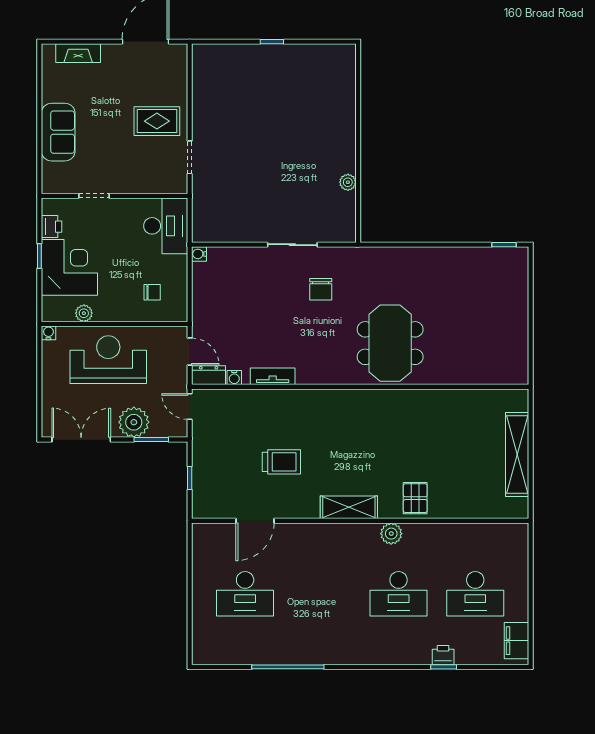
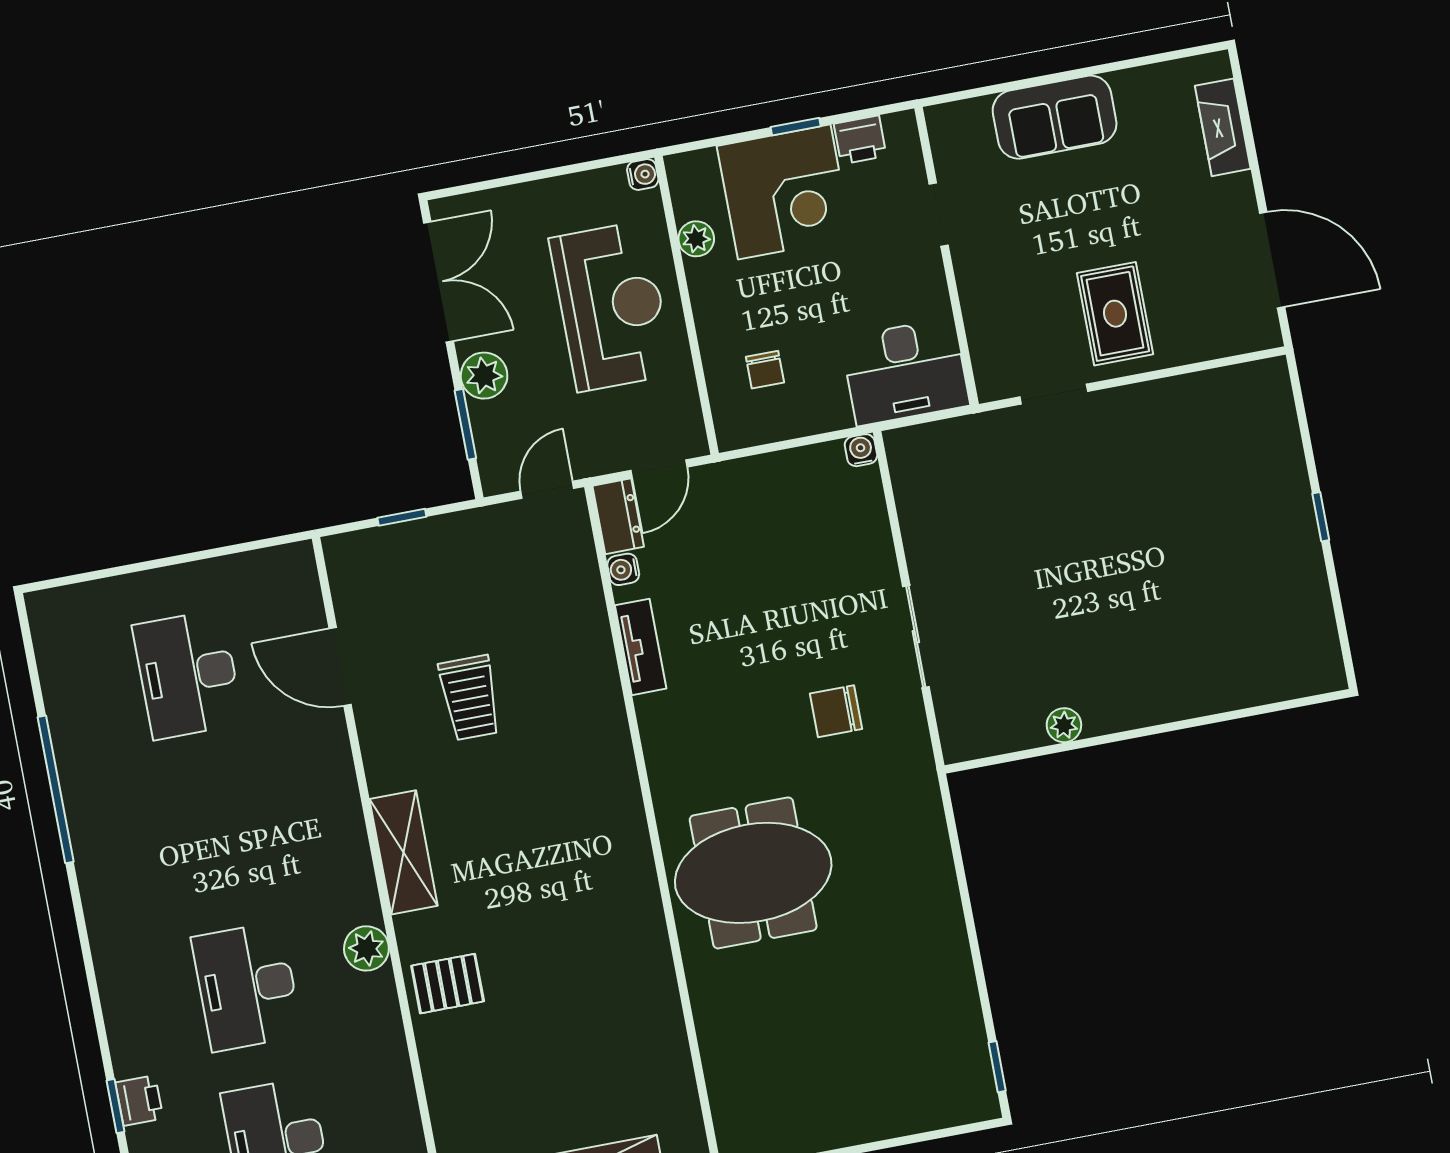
plant: (134, 422) -> (484, 376), width x0.73, depth x0.73

